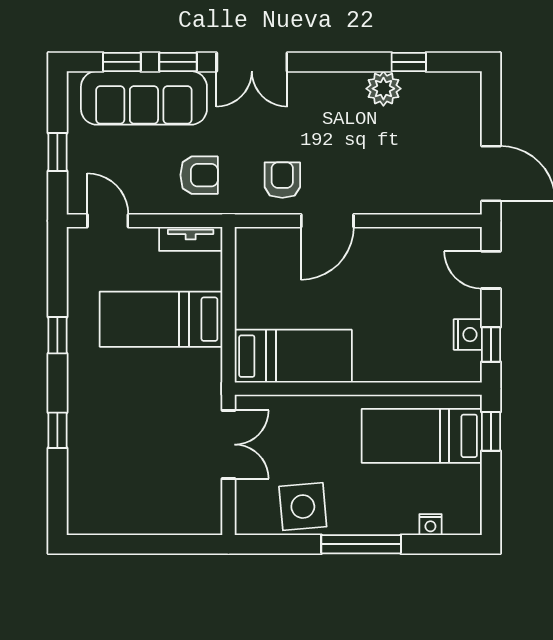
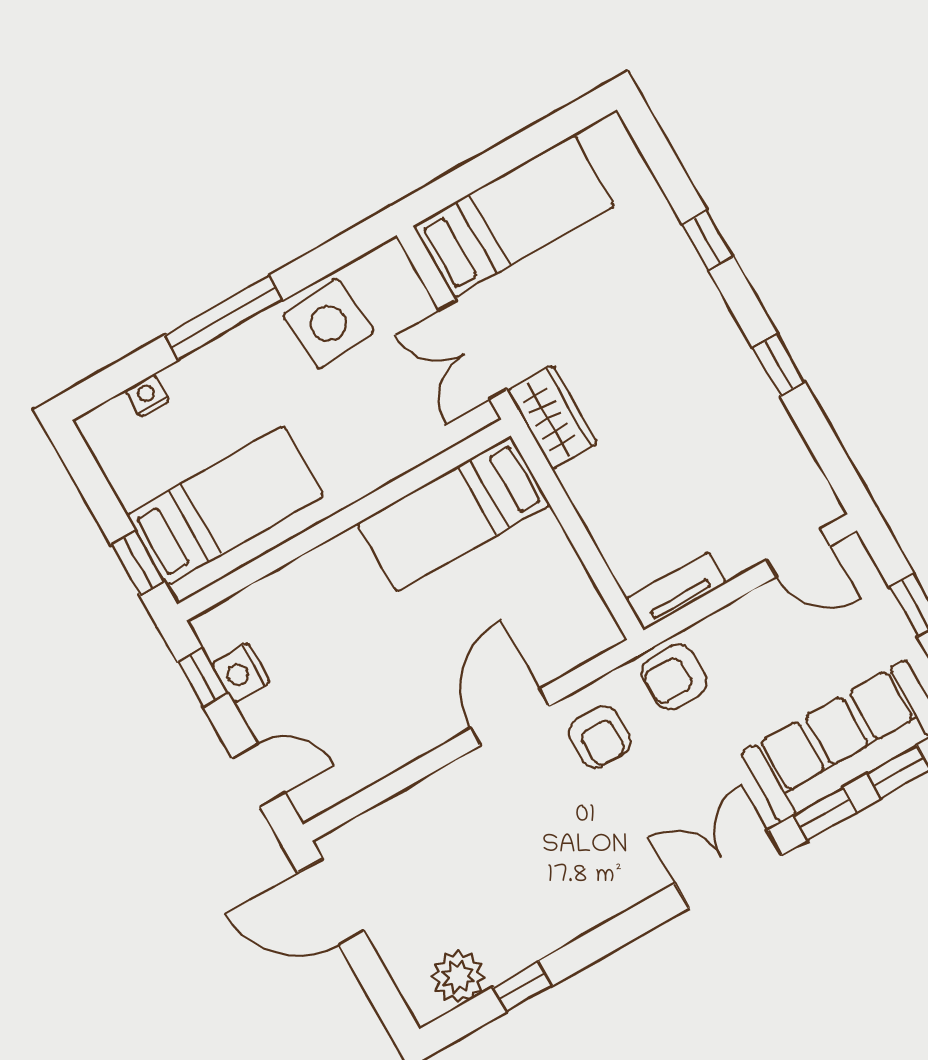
plant: (383, 89) -> (458, 977), moved
armchair: (199, 175) -> (674, 677), moved
bed: (161, 319) -> (514, 216), moved
wardrobe: (205, 379) -> (552, 417), added

